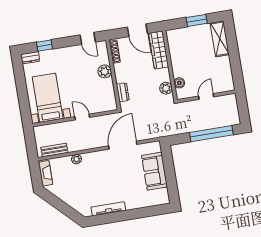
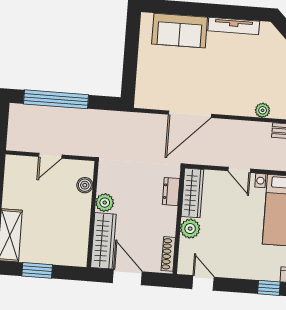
plant: (166, 88) -> (105, 203), moved
wardrobe: (109, 95) -> (192, 193), added
sofa: (155, 171) -> (180, 31), moved, turned 90

